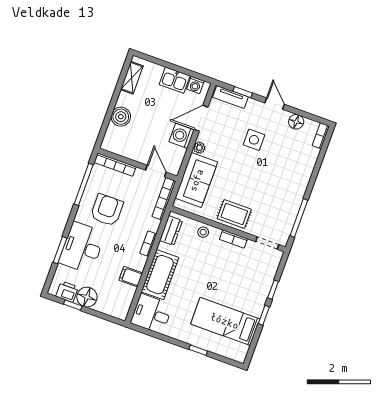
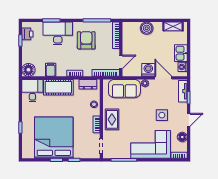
corner sofa: (290, 171) -> (151, 144), added
armchair: (107, 210) -> (86, 40), turned -90
floor lamp: (87, 297) -> (28, 70), moved
bed: (225, 321) -> (54, 138), width x2.04

